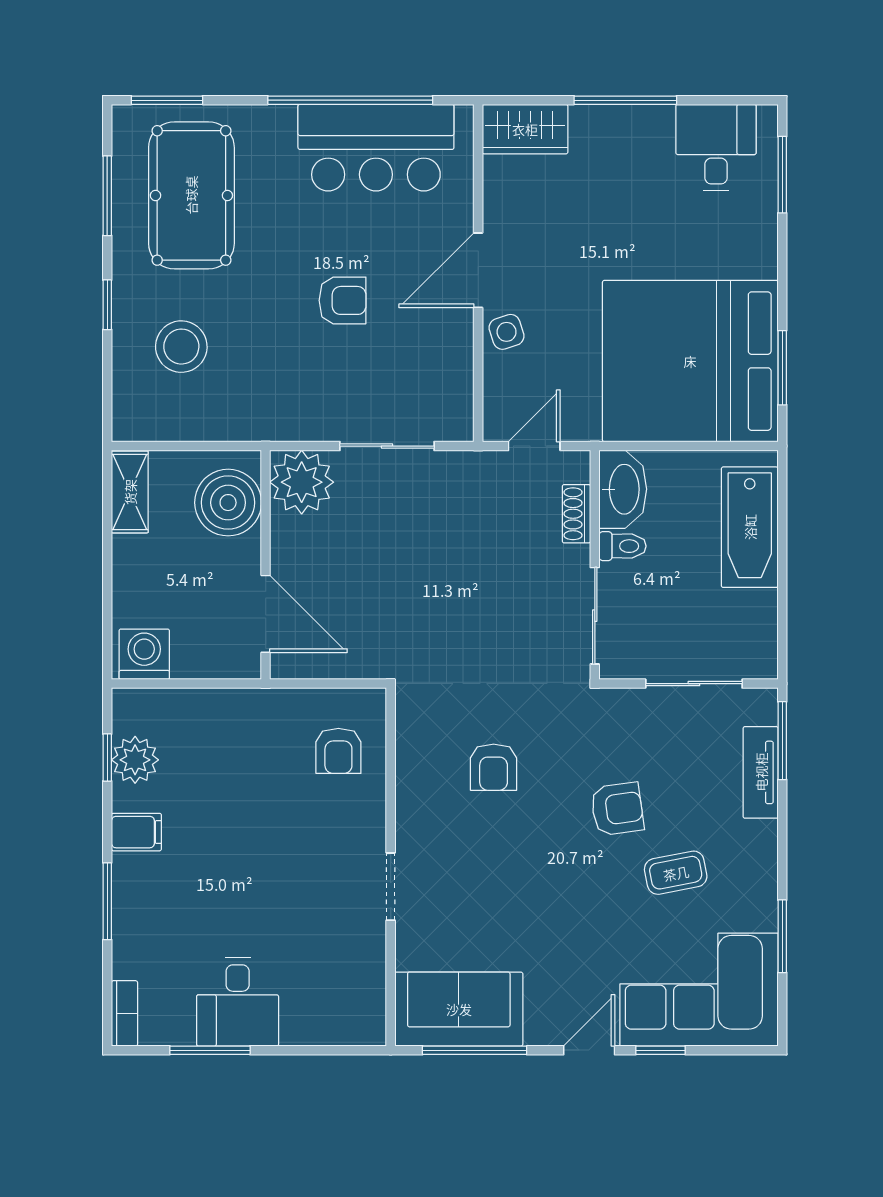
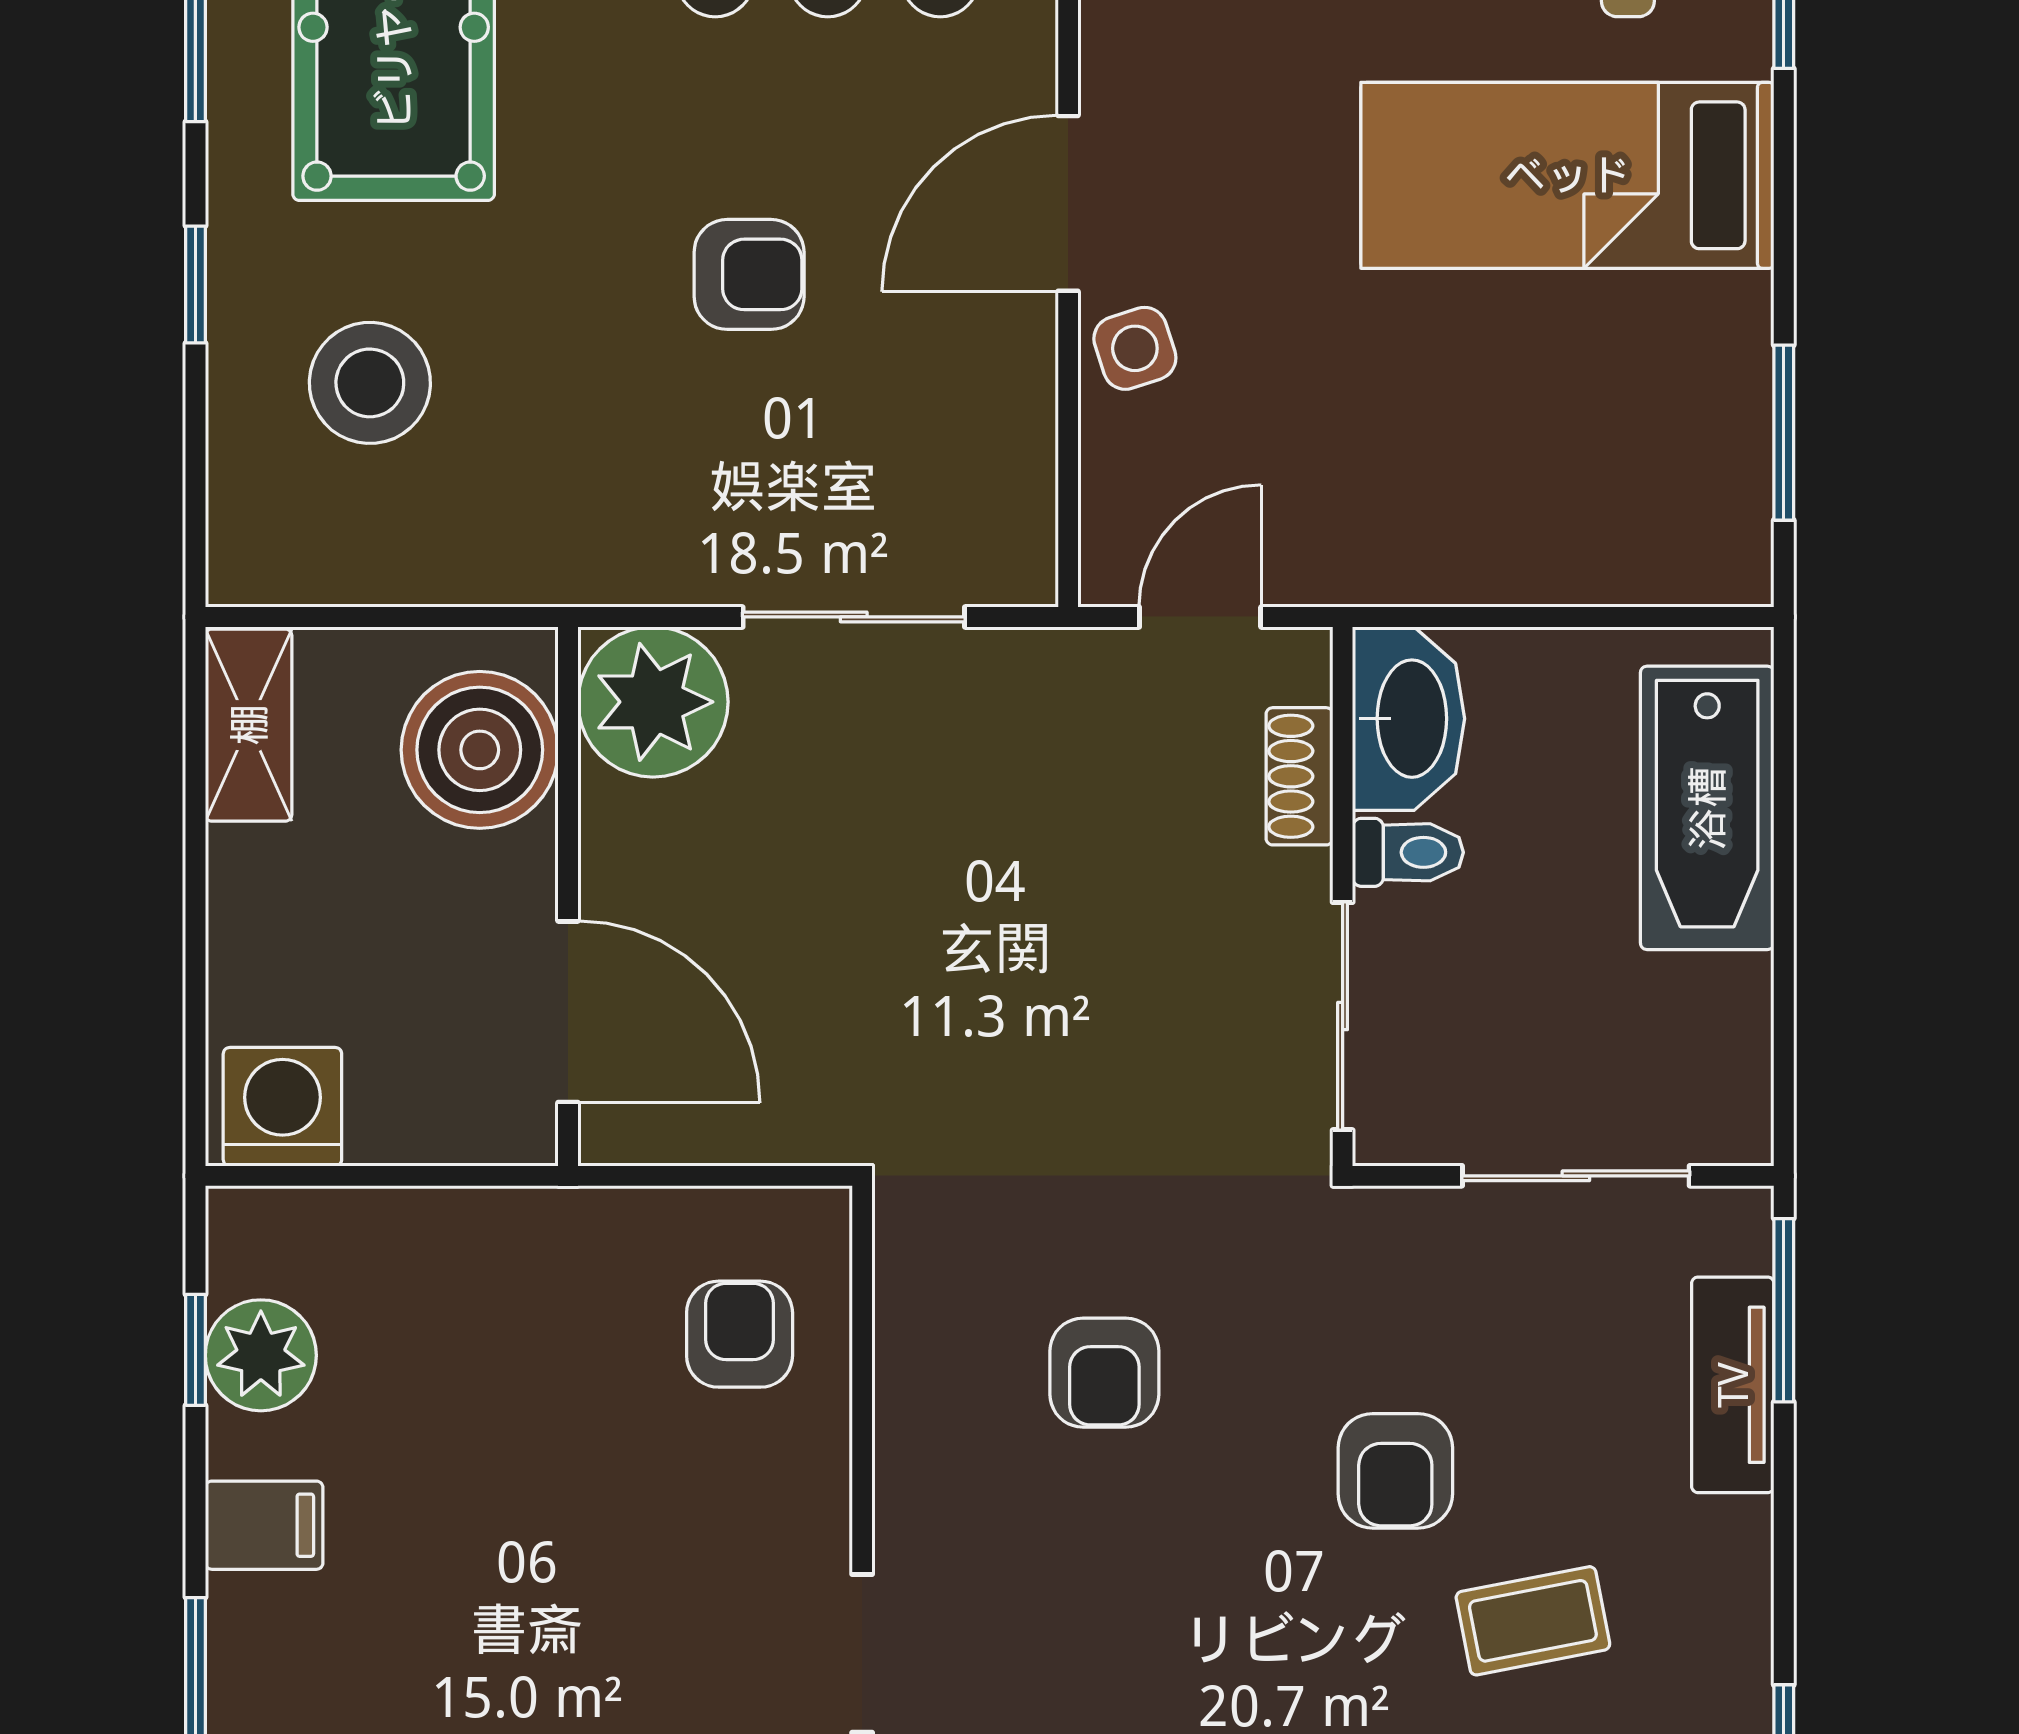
bed: (690, 361) -> (1567, 175), moved, width x0.49
armchair: (338, 751) -> (740, 1334), turned 180
armchair: (617, 809) -> (1395, 1471), turned 98

